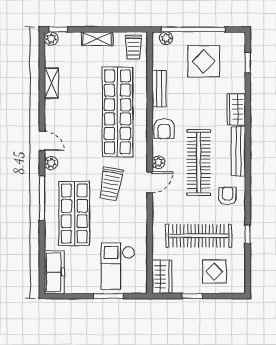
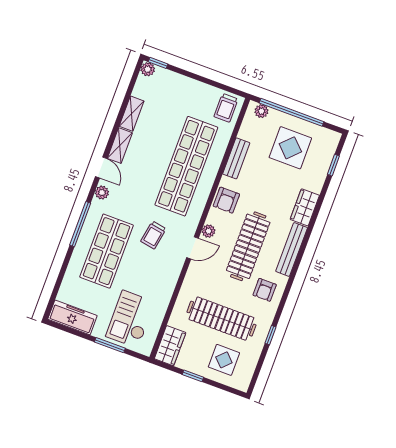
shelving: (97, 39) -> (120, 146), moved, turned 90
trolley: (111, 184) -> (153, 235), width x0.73, depth x0.72
armchair: (228, 196) -> (265, 290), turned 180
freezer: (54, 272) -> (72, 317), moved, turned -90

